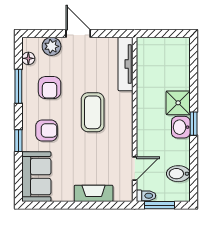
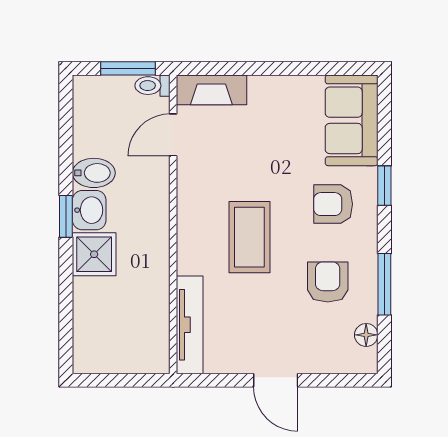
plant: (52, 46) -> (324, 357), removed
bidet: (178, 174) -> (94, 173), moved
fireplace: (94, 193) -> (211, 90), moved

